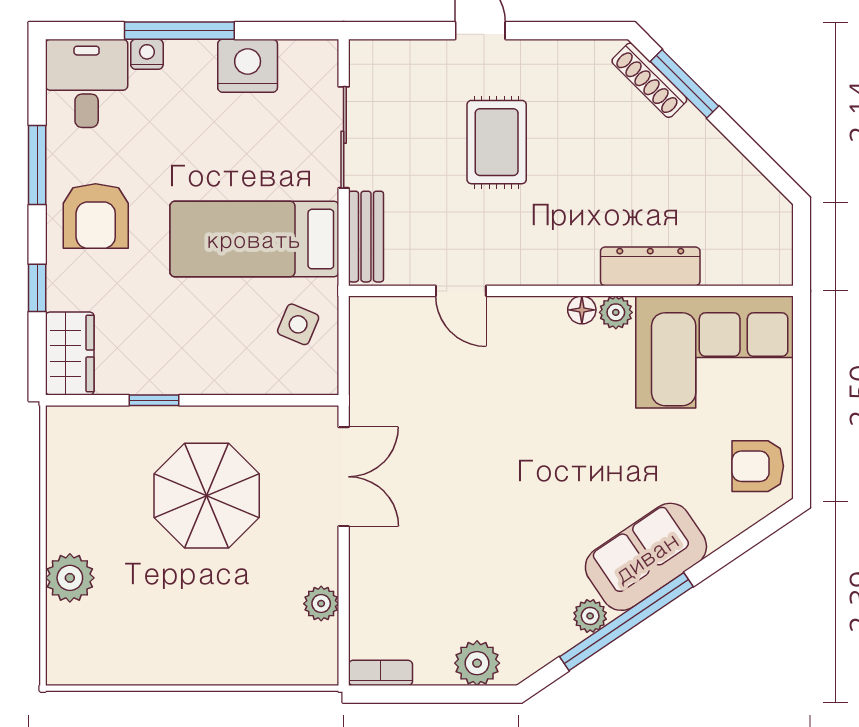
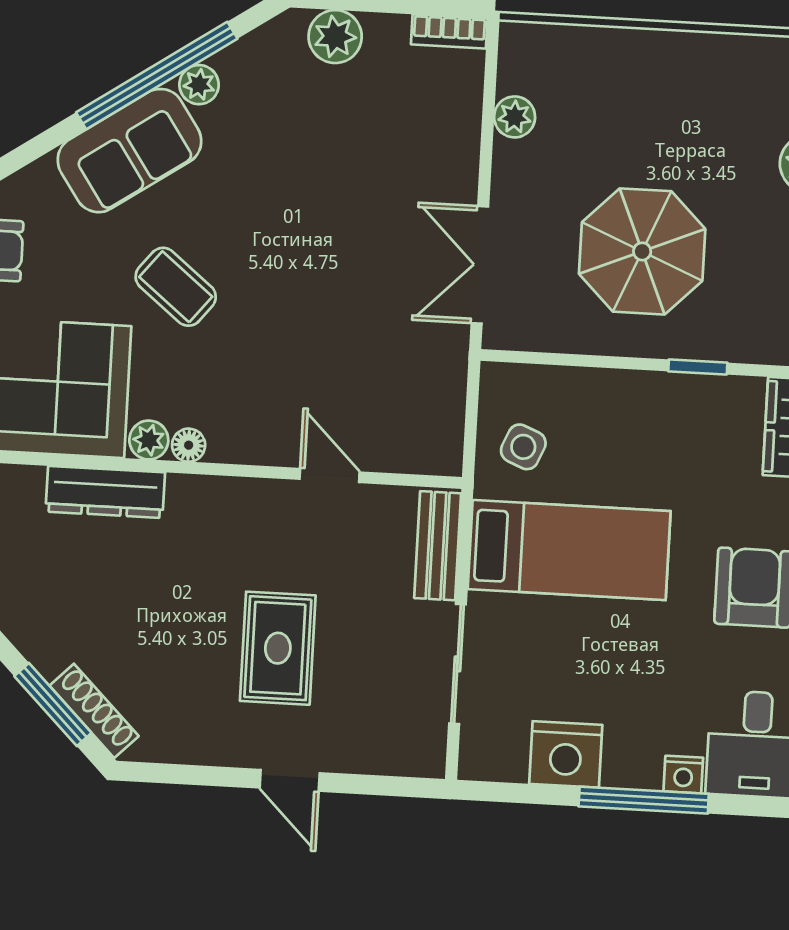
coffee table: (600, 444) -> (176, 287), added

